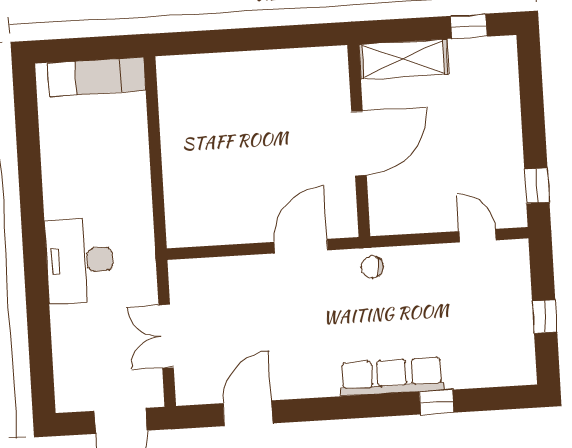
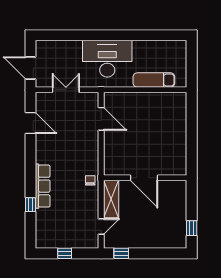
shelving: (403, 59) -> (111, 199), moved
exam couch: (97, 77) -> (154, 80), moved, turned 90
door: (301, 246) -> (101, 119), moved
desk: (80, 261) -> (107, 59), width x1.36, depth x1.30

